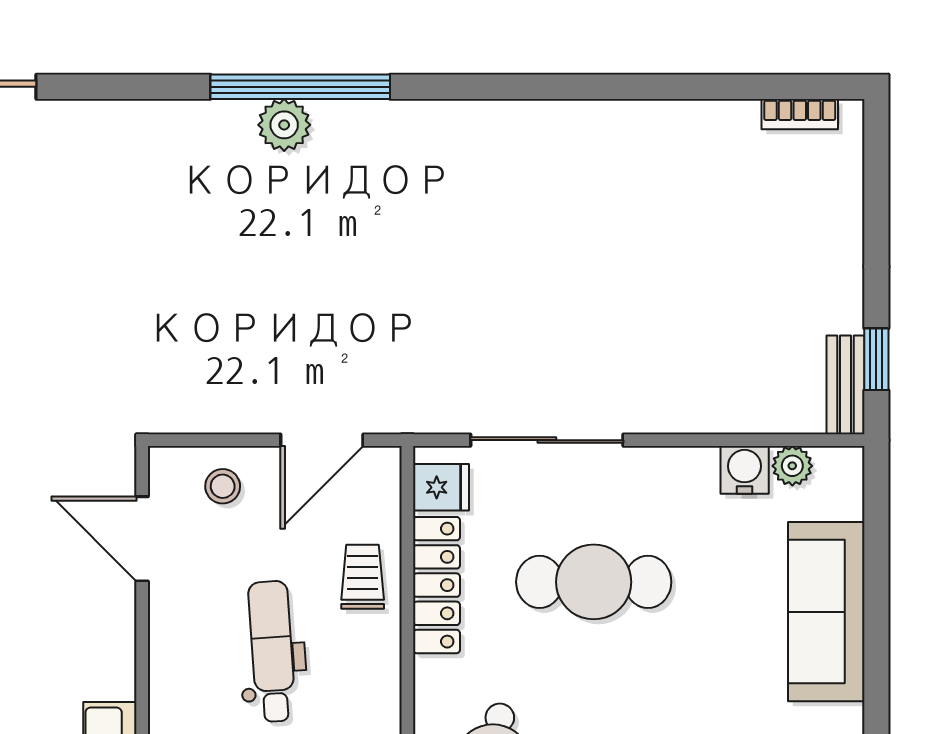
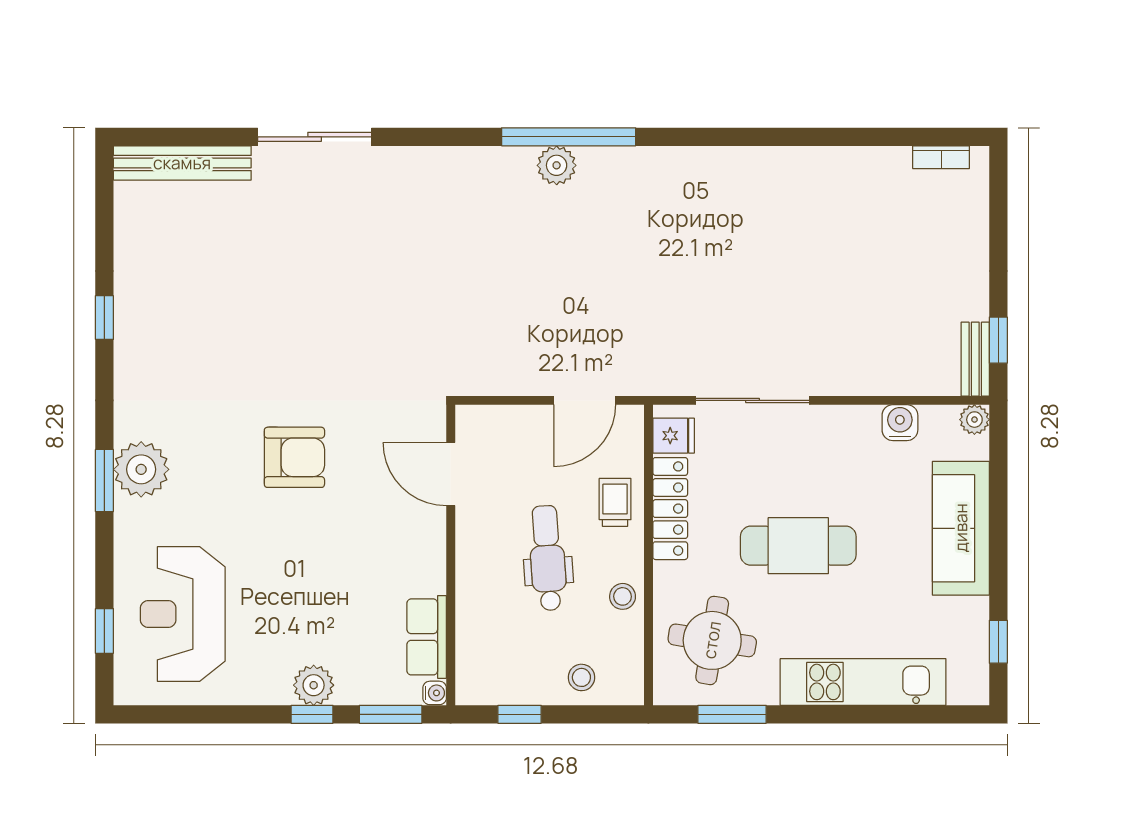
plant: (792, 466) -> (974, 420), moved
stool: (223, 486) -> (623, 596), moved
cafe table: (594, 582) -> (798, 546), moved

